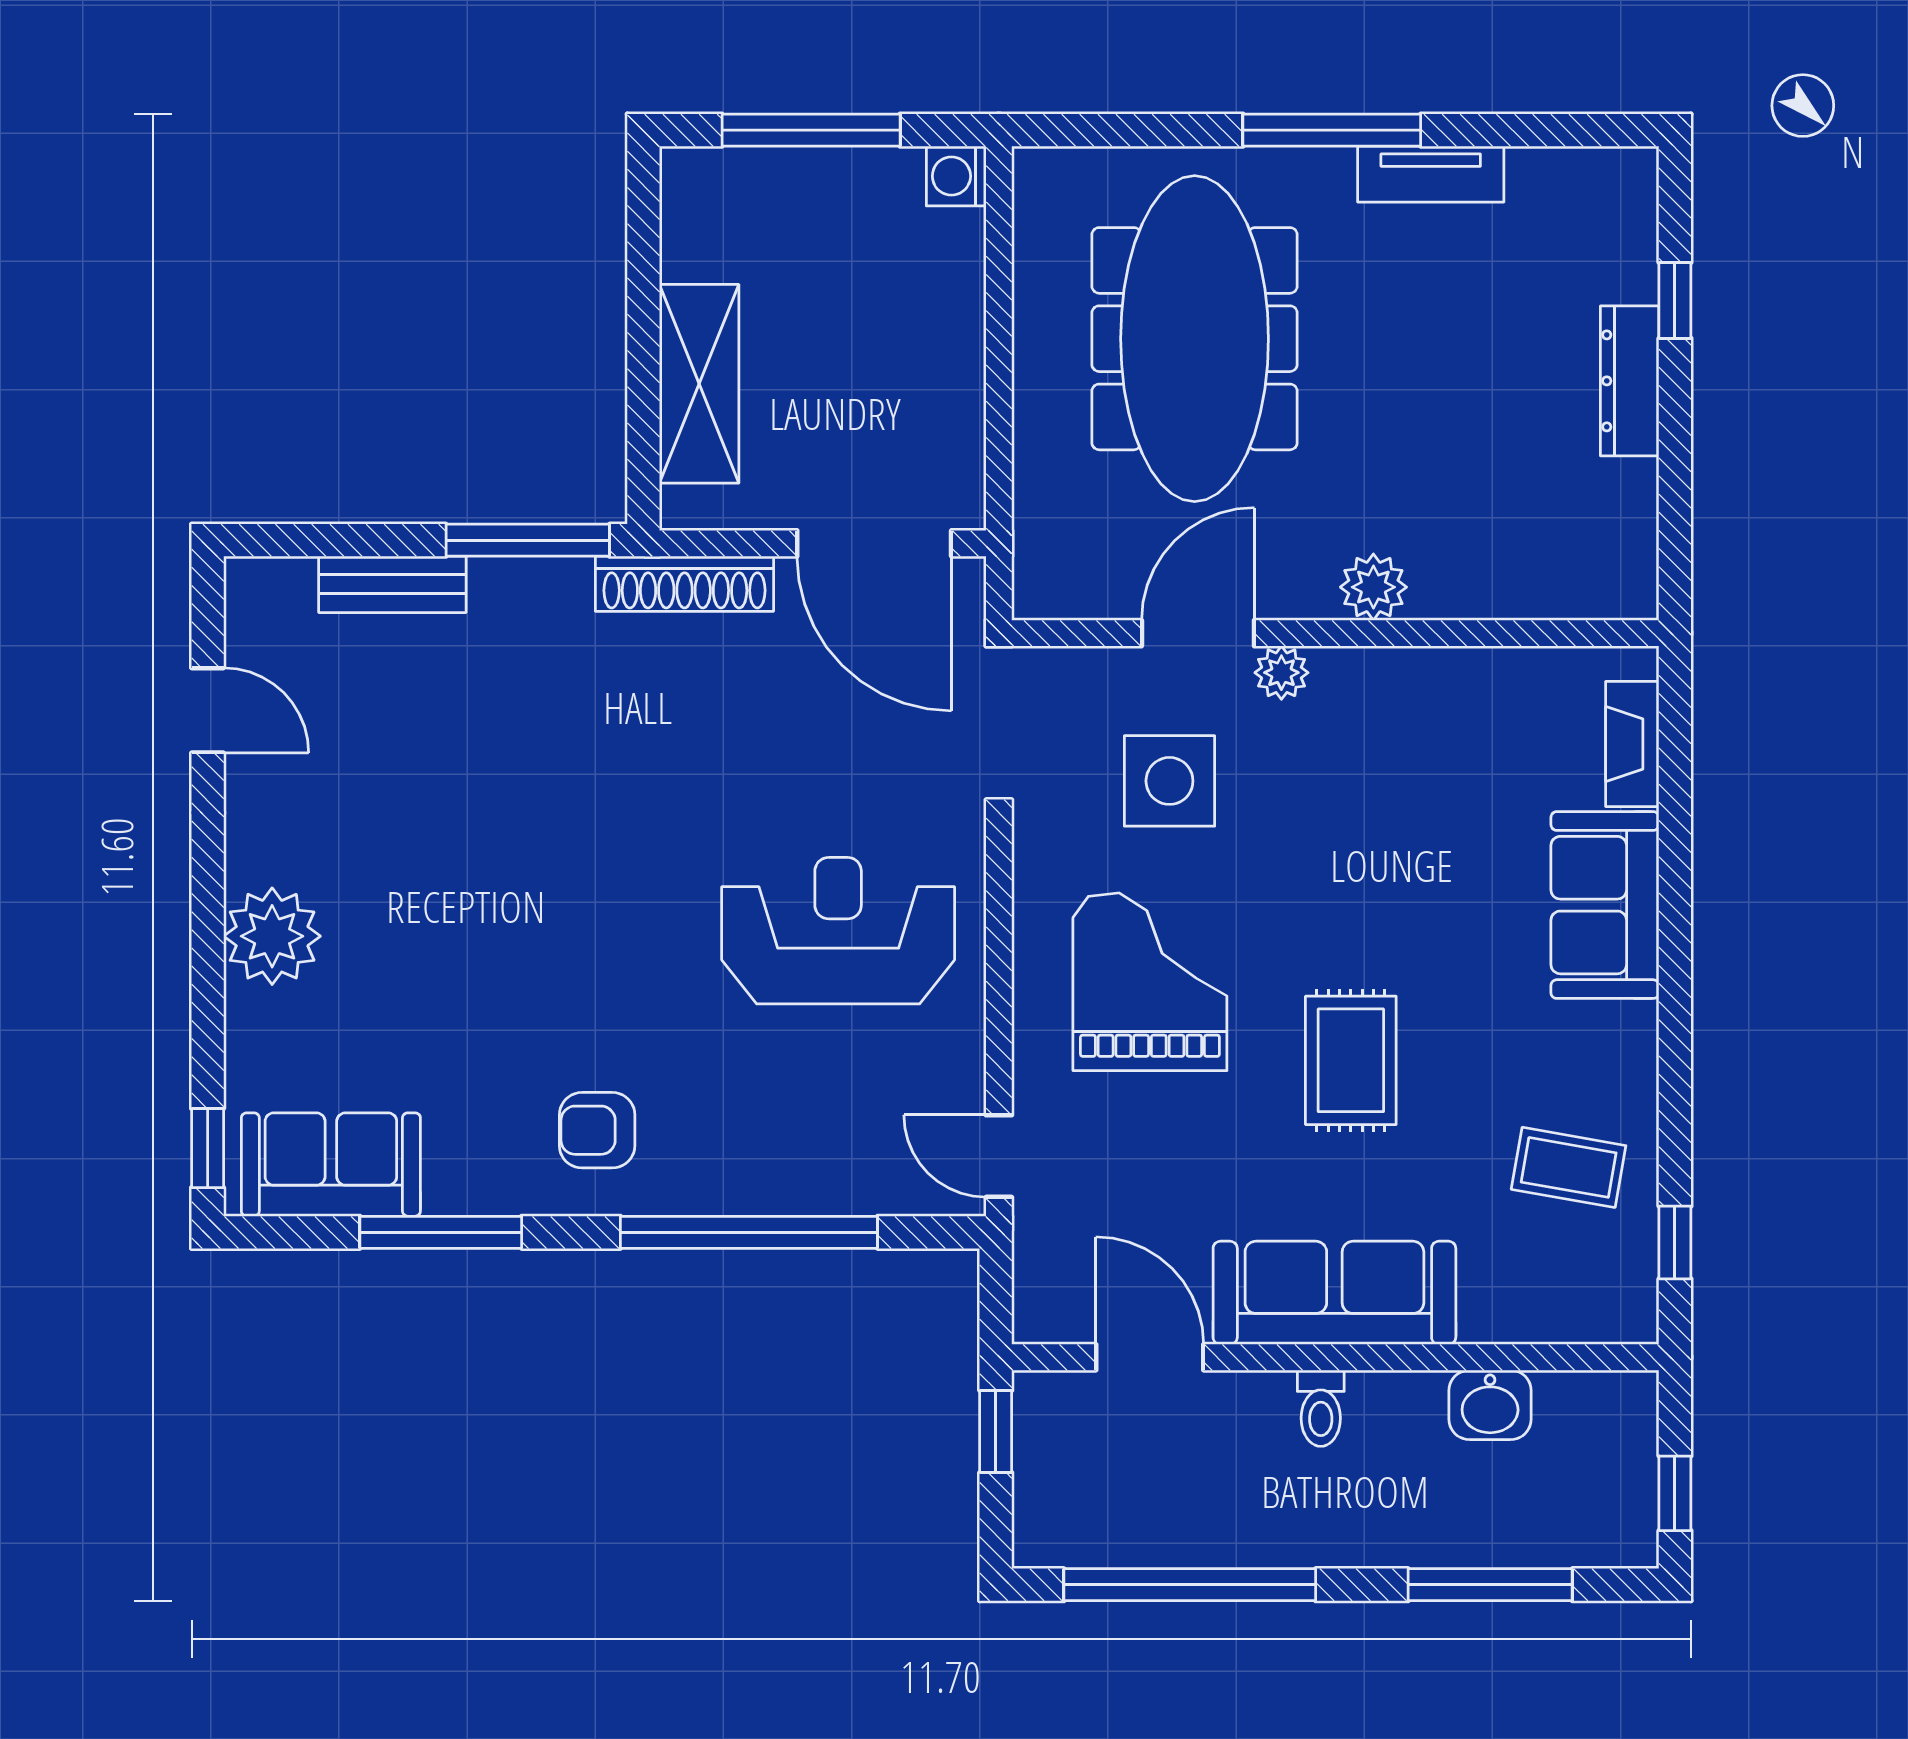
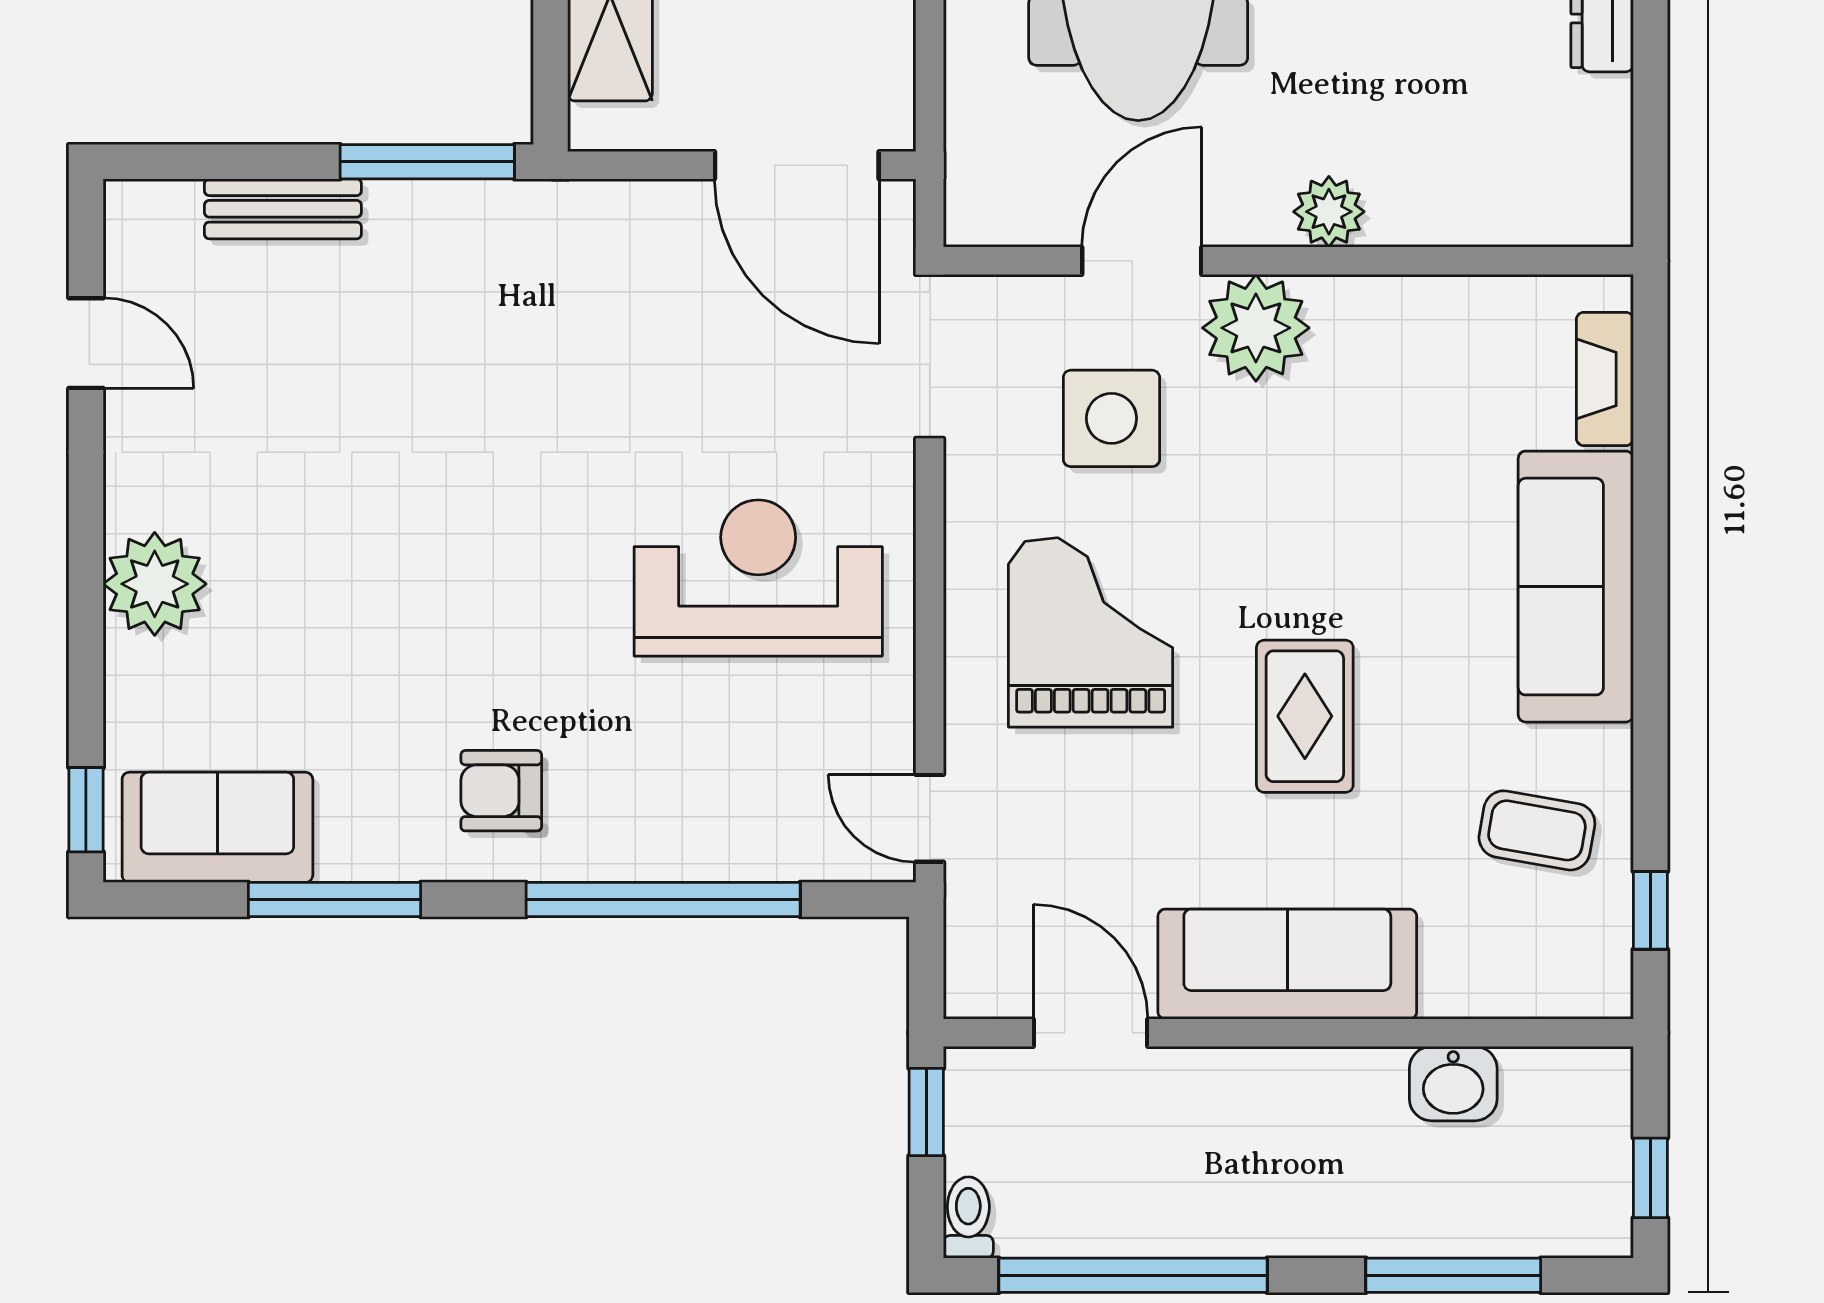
shoe rack: (684, 584) -> (594, 208), removed
plant: (1281, 673) -> (1256, 328), width x1.88, depth x1.88
sofa: (1605, 905) -> (1576, 587), width x1.36
toilet: (1321, 1408) -> (968, 1218), moved, turned 180

